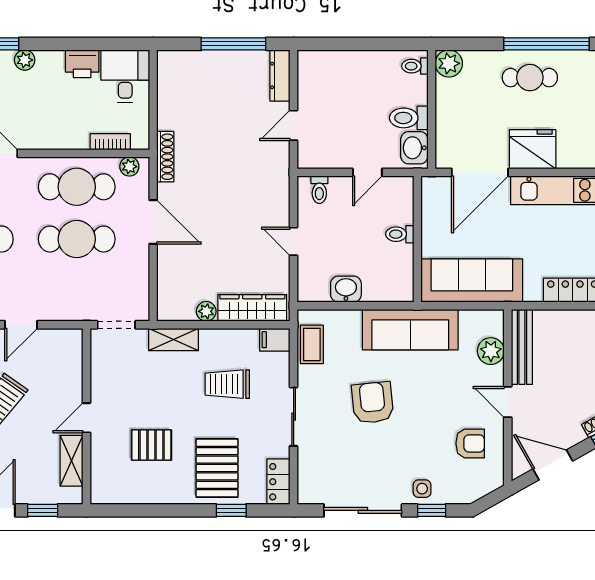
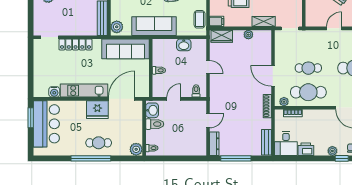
bench: (167, 79) -> (266, 142), added
cafe table: (77, 239) -> (308, 68), width x0.73, depth x0.74
wardrobe: (252, 308) -> (222, 36), width x0.67
plant: (491, 351) -> (117, 27), moved

